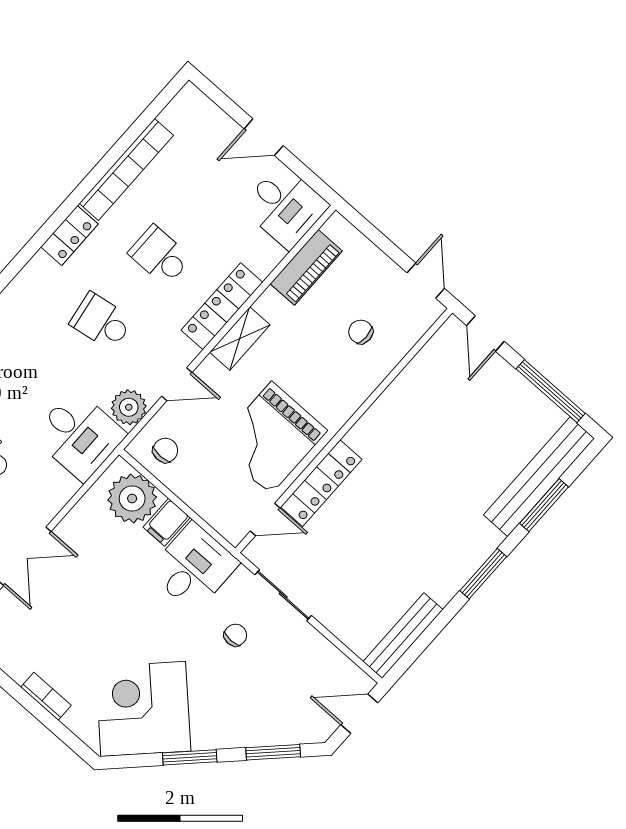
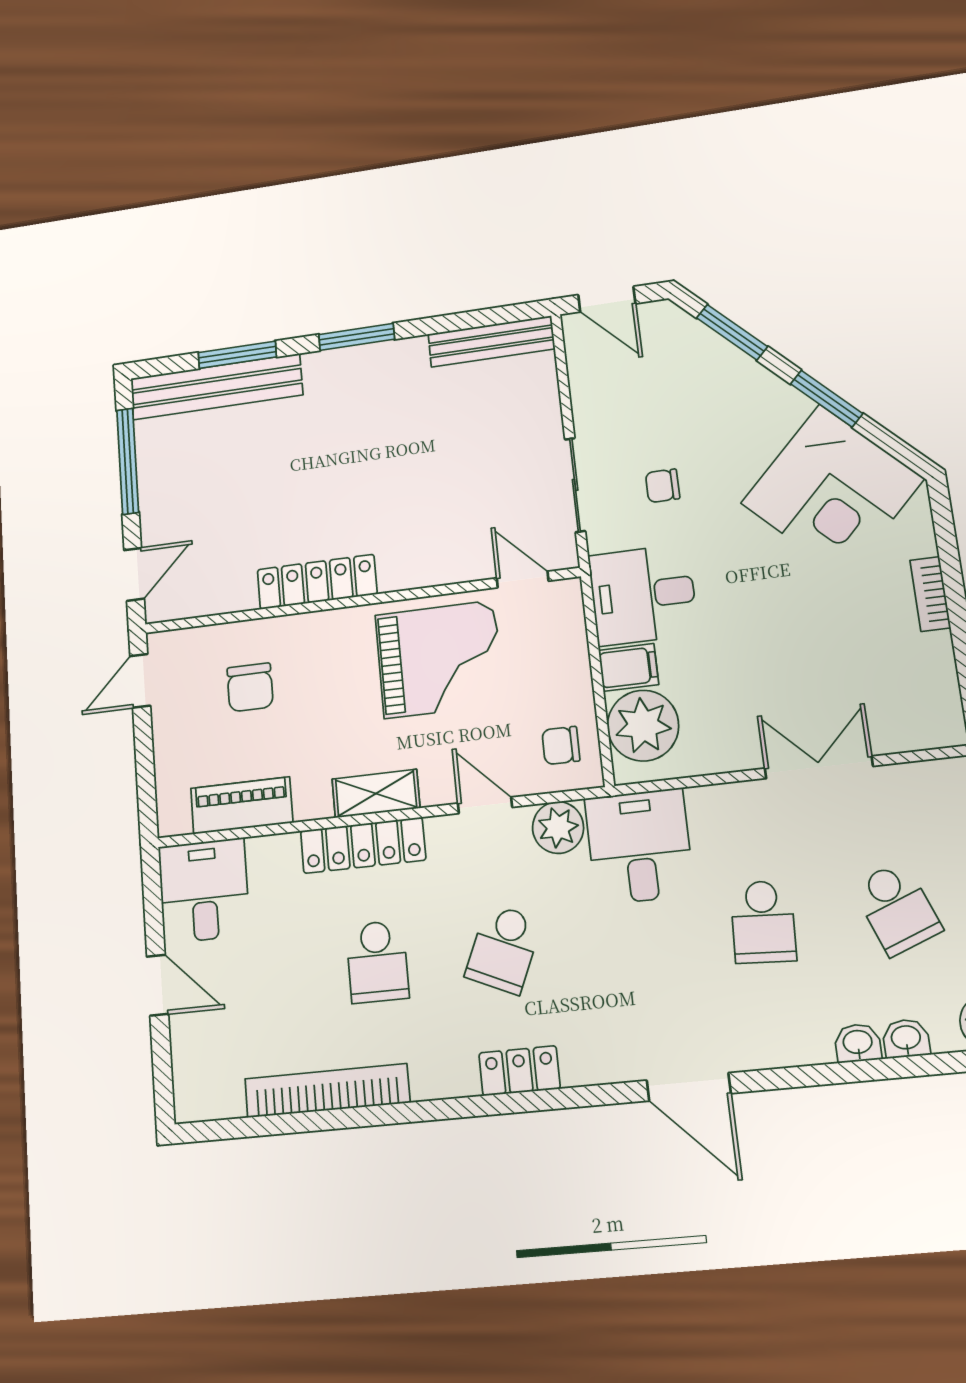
locker: (69, 235) -> (520, 1071), moved
school desk: (101, 322) -> (503, 949), turned 33
chair: (361, 332) -> (250, 687), width x1.37, depth x1.37
locker: (321, 483) -> (317, 582), moved

